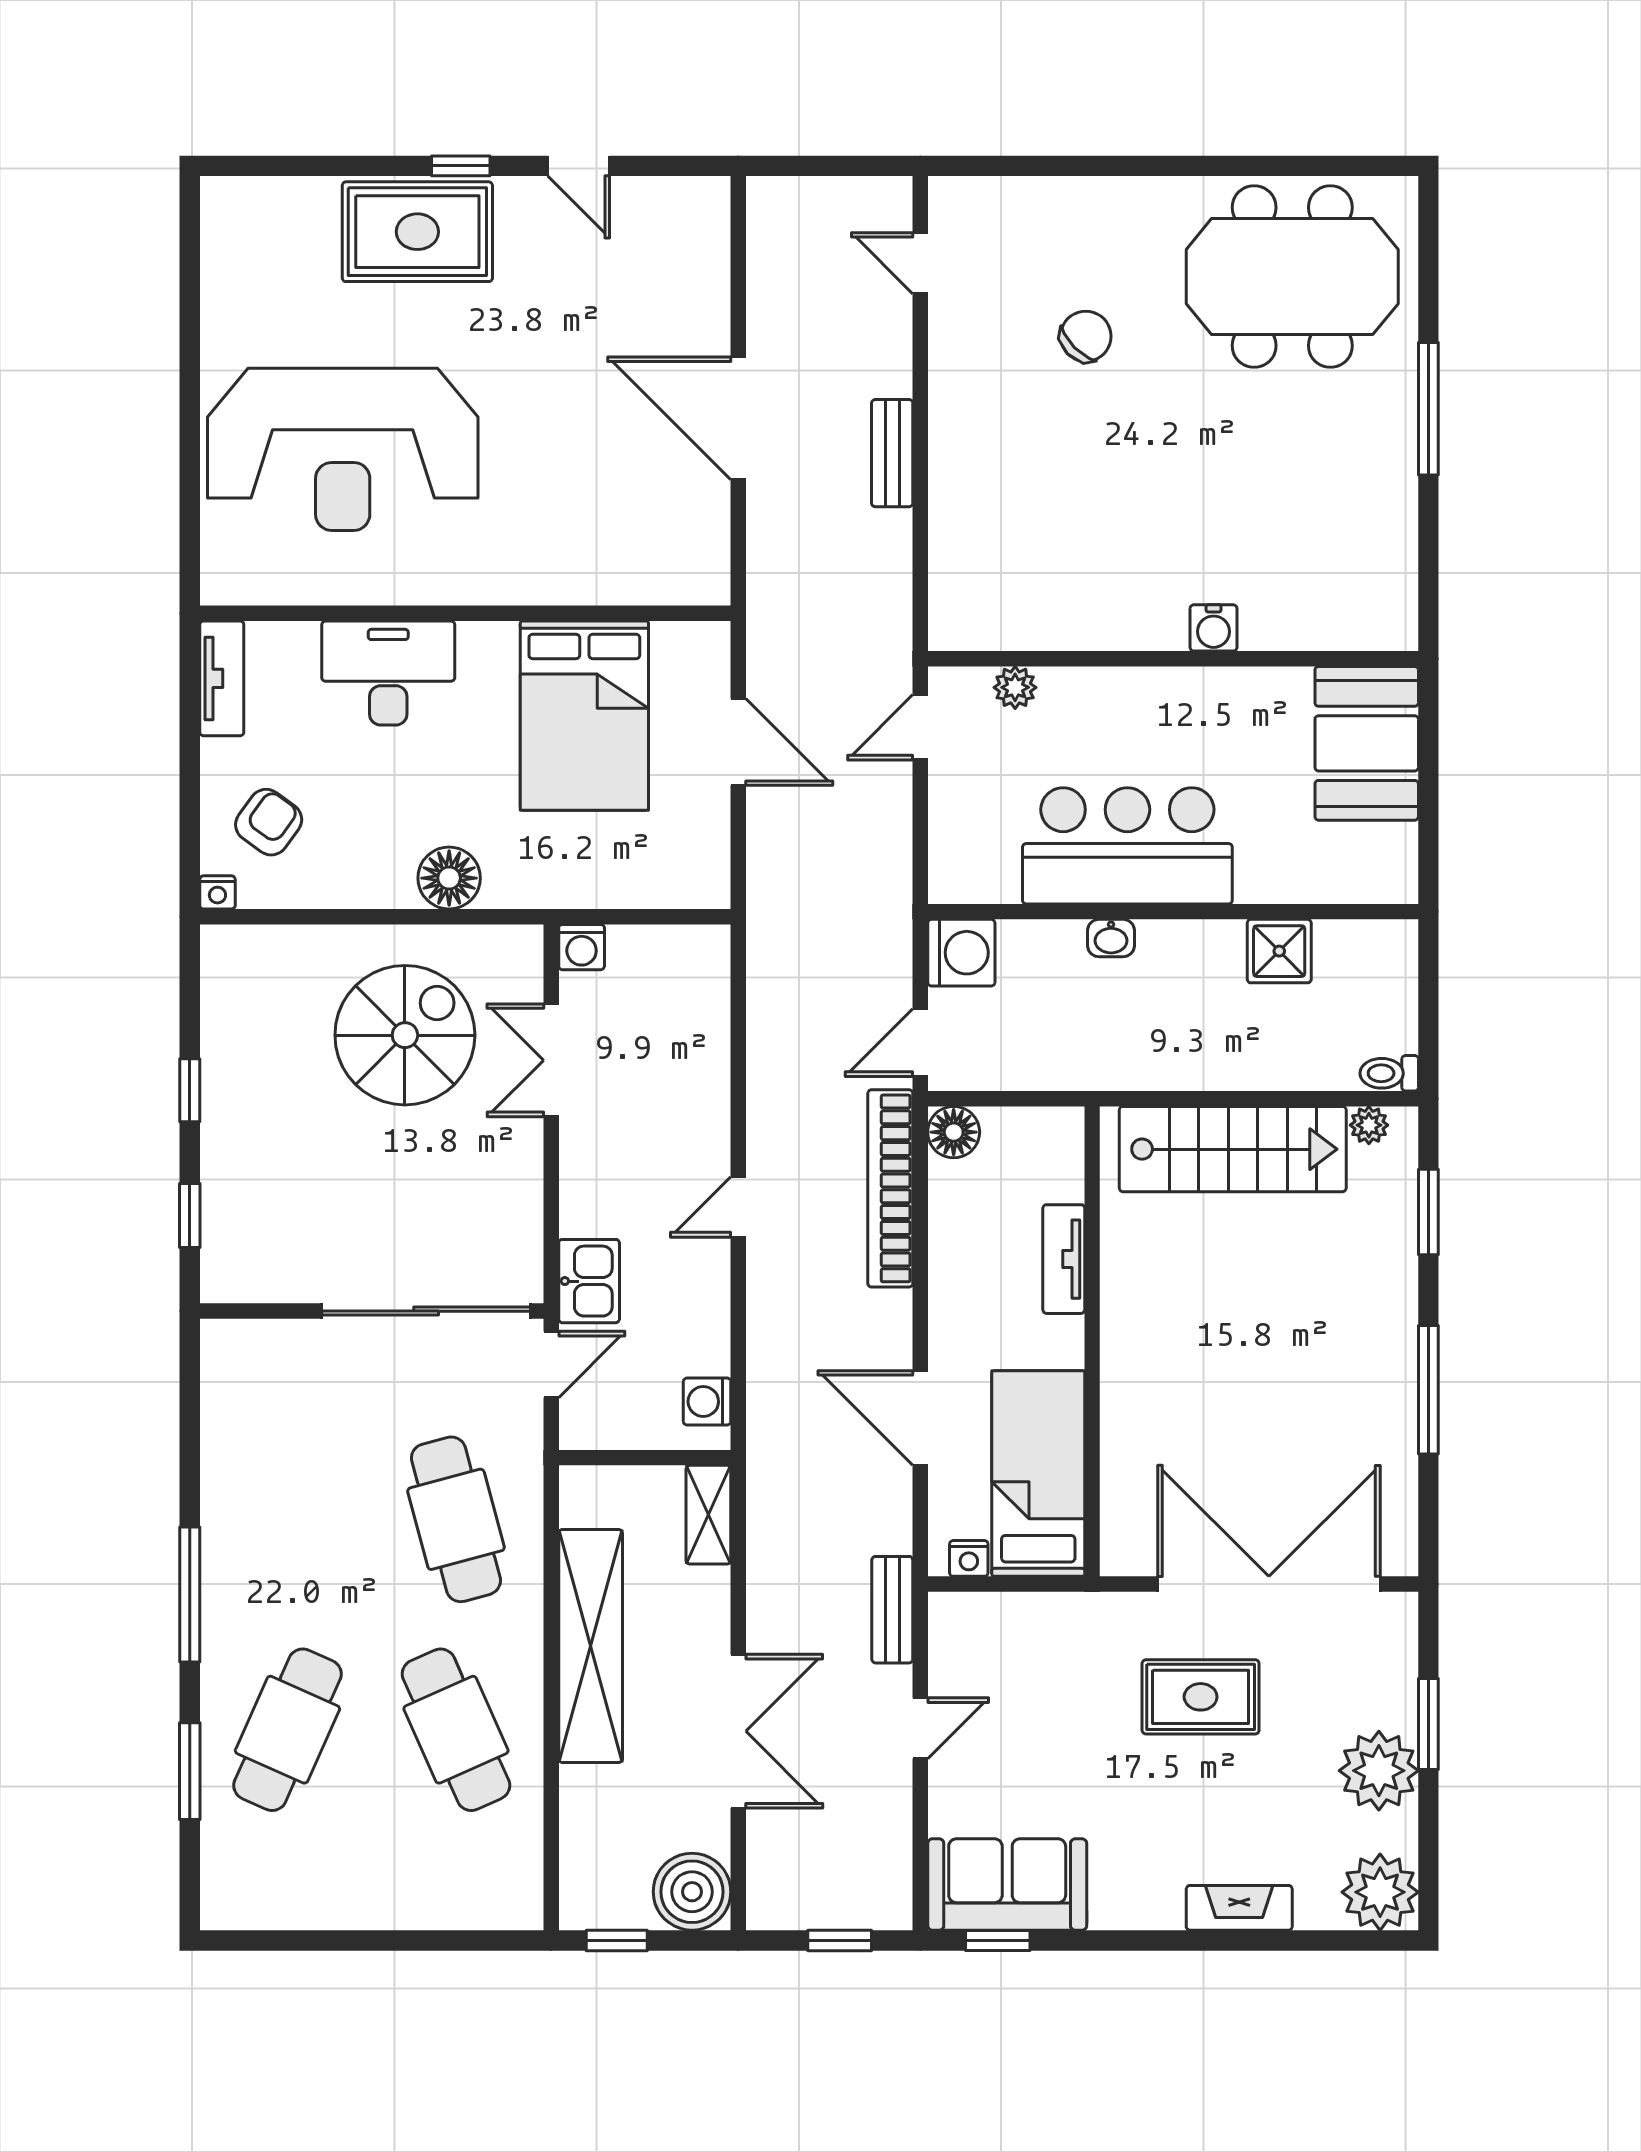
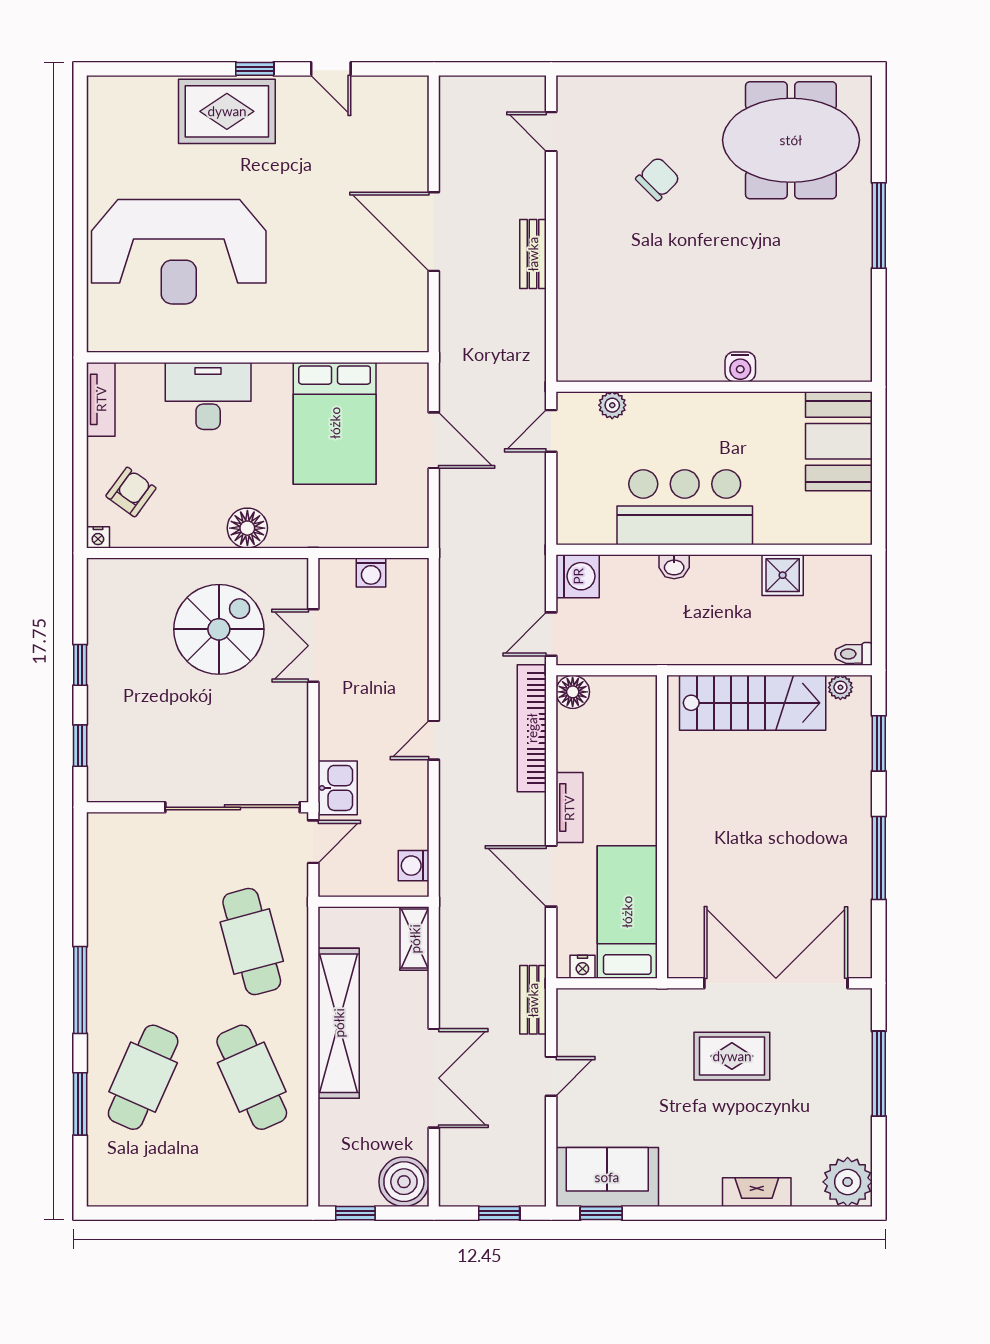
washing machine: (582, 947) -> (371, 573), moved
tv unit: (1064, 1259) -> (569, 808), moved, turned 180
window: (1428, 1724) -> (879, 1074), width x1.44
plant: (1379, 1771) -> (847, 1104), removed

